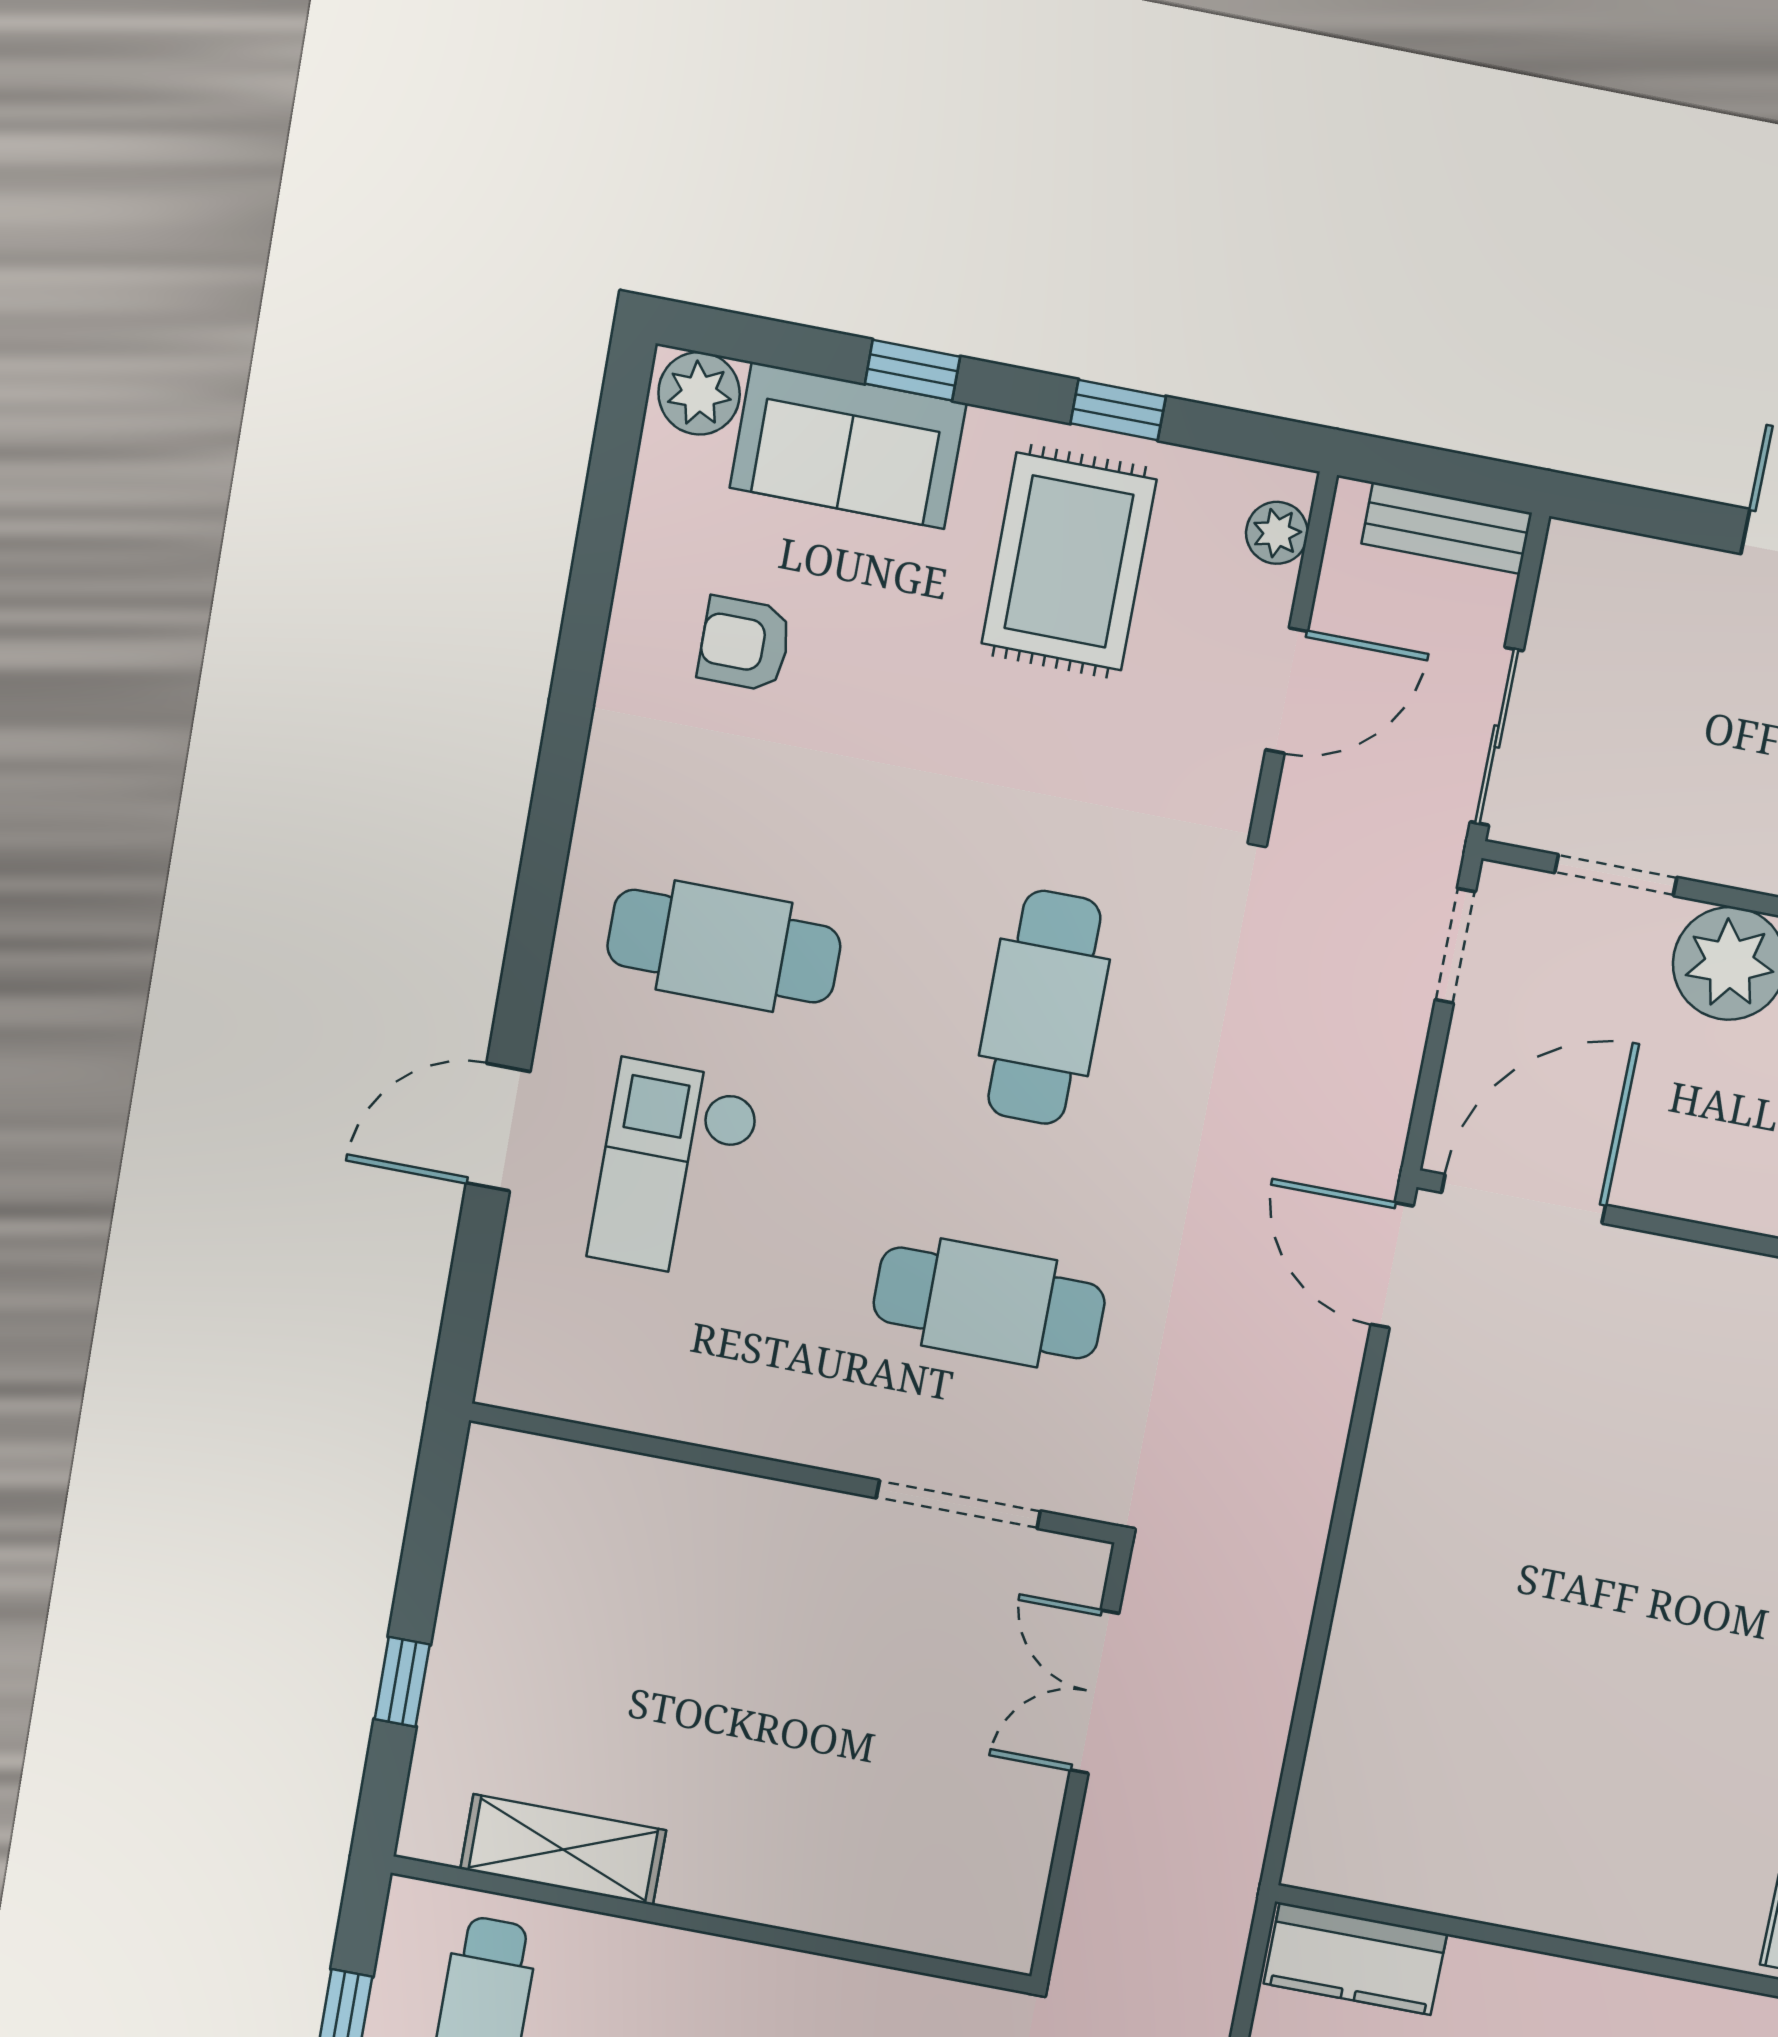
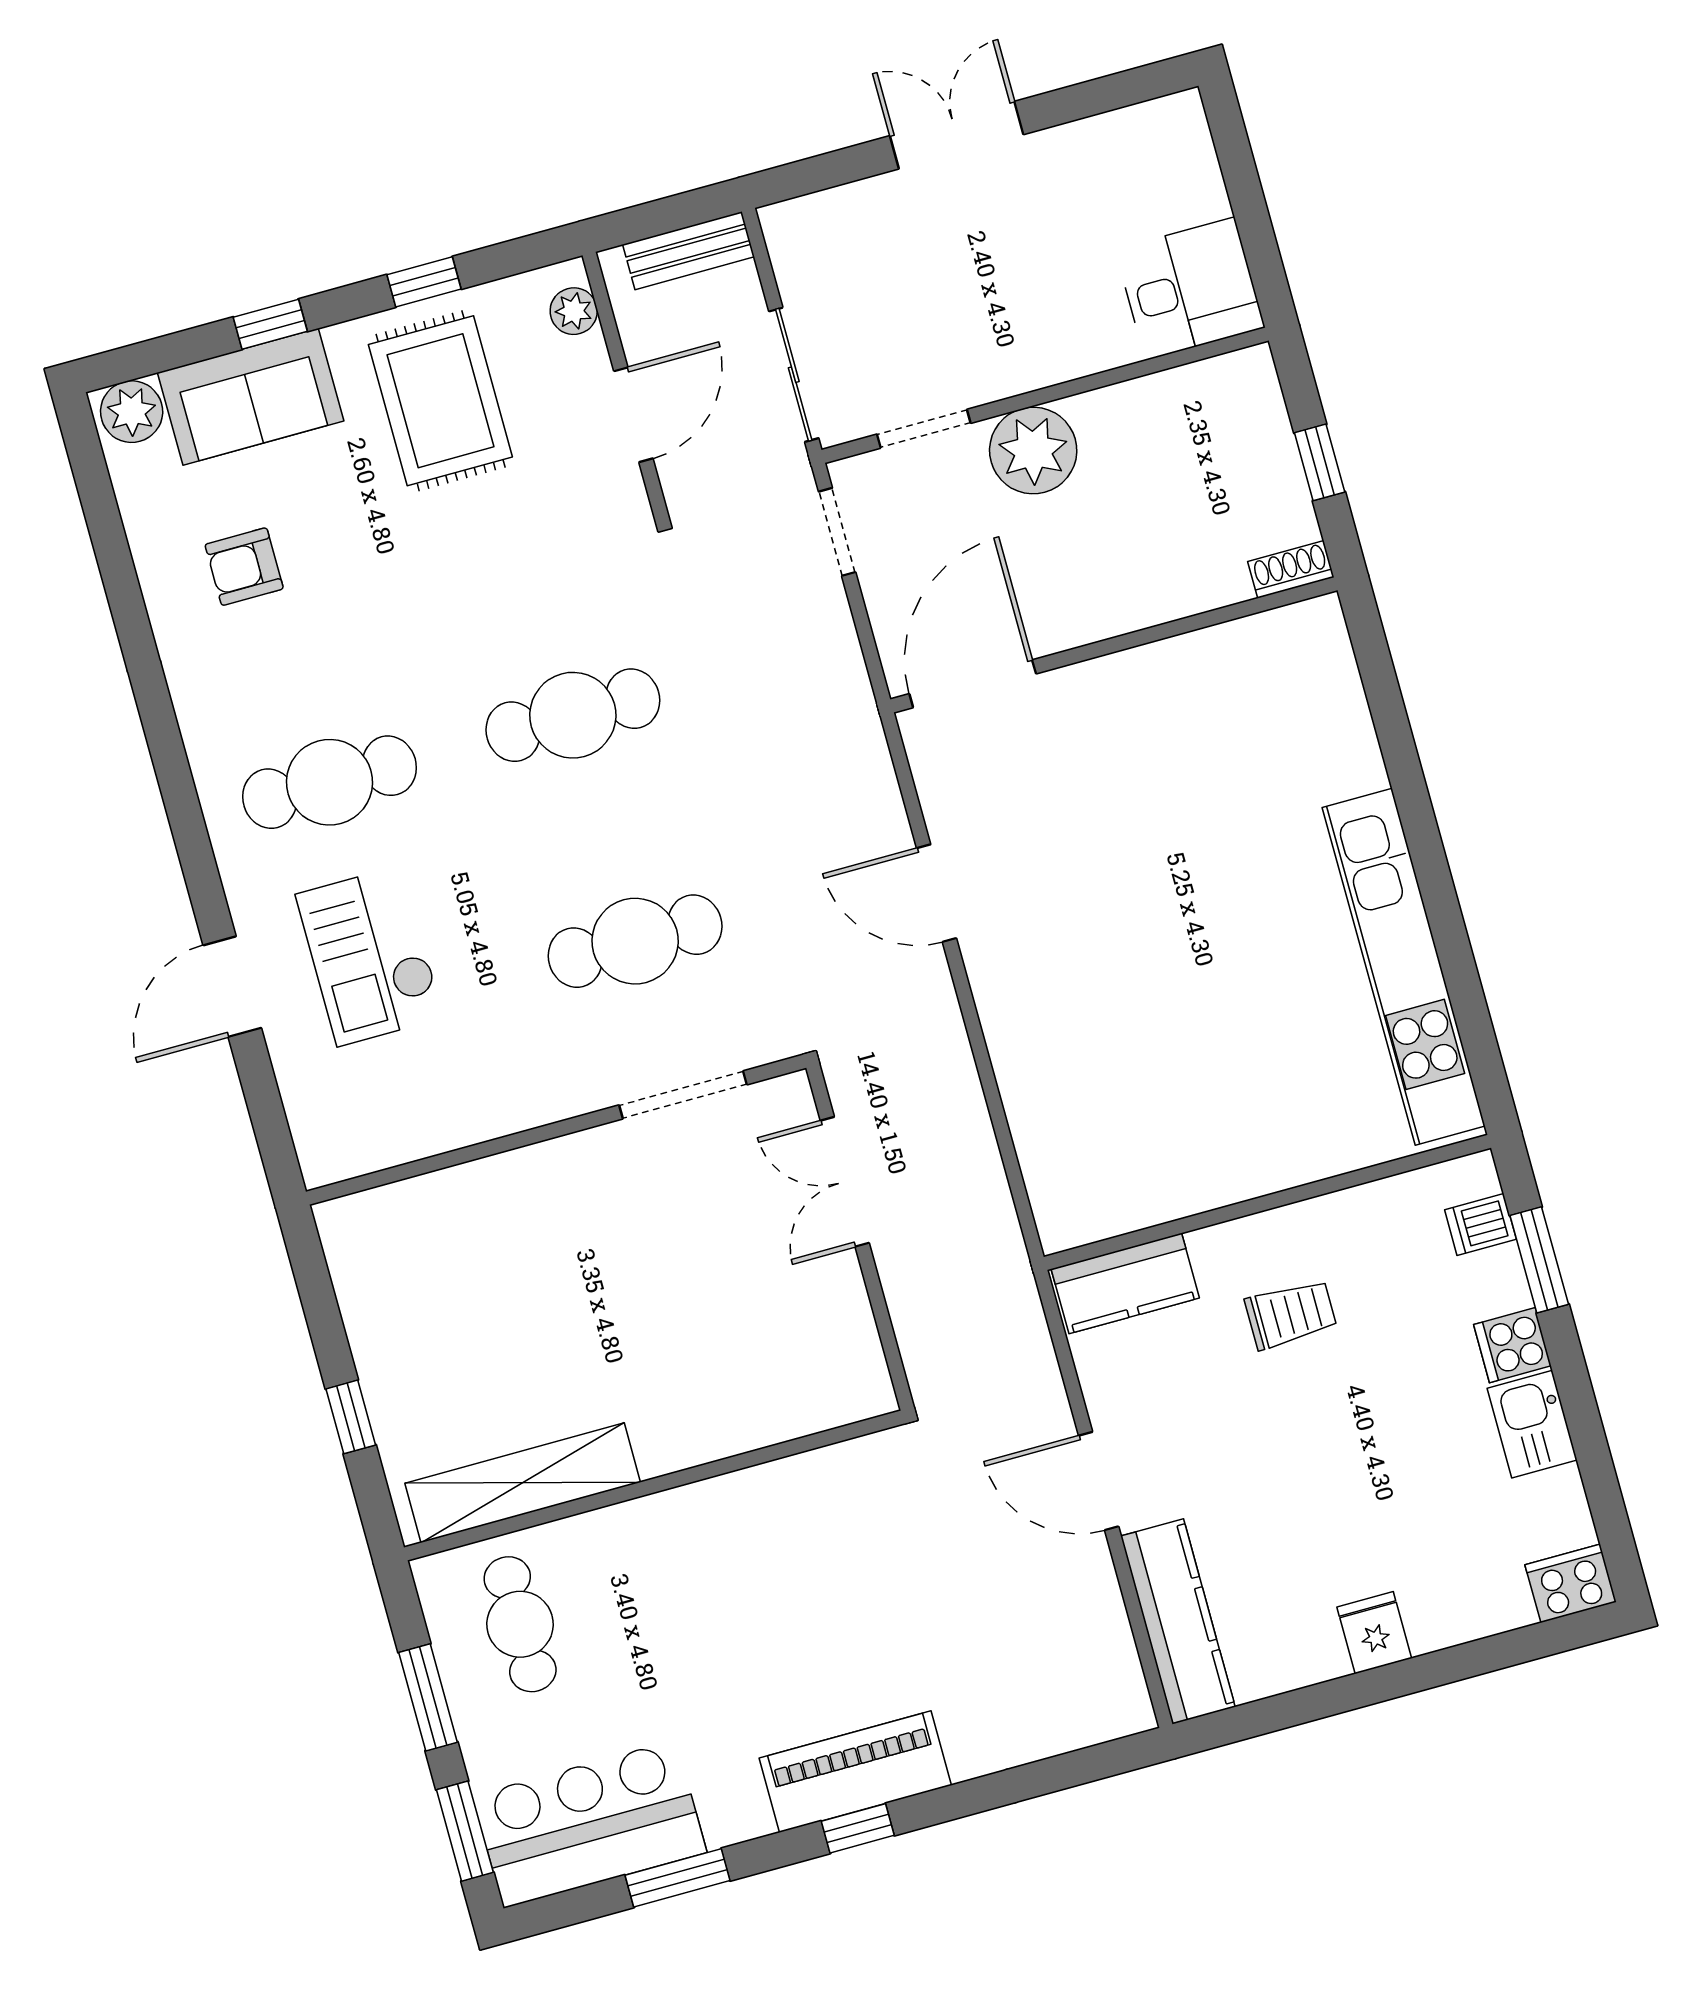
cafe table: (1044, 1008) -> (573, 715), turned 90
door: (1392, 1265) -> (937, 893), moved
shelving: (563, 1850) -> (523, 1483), width x1.47

